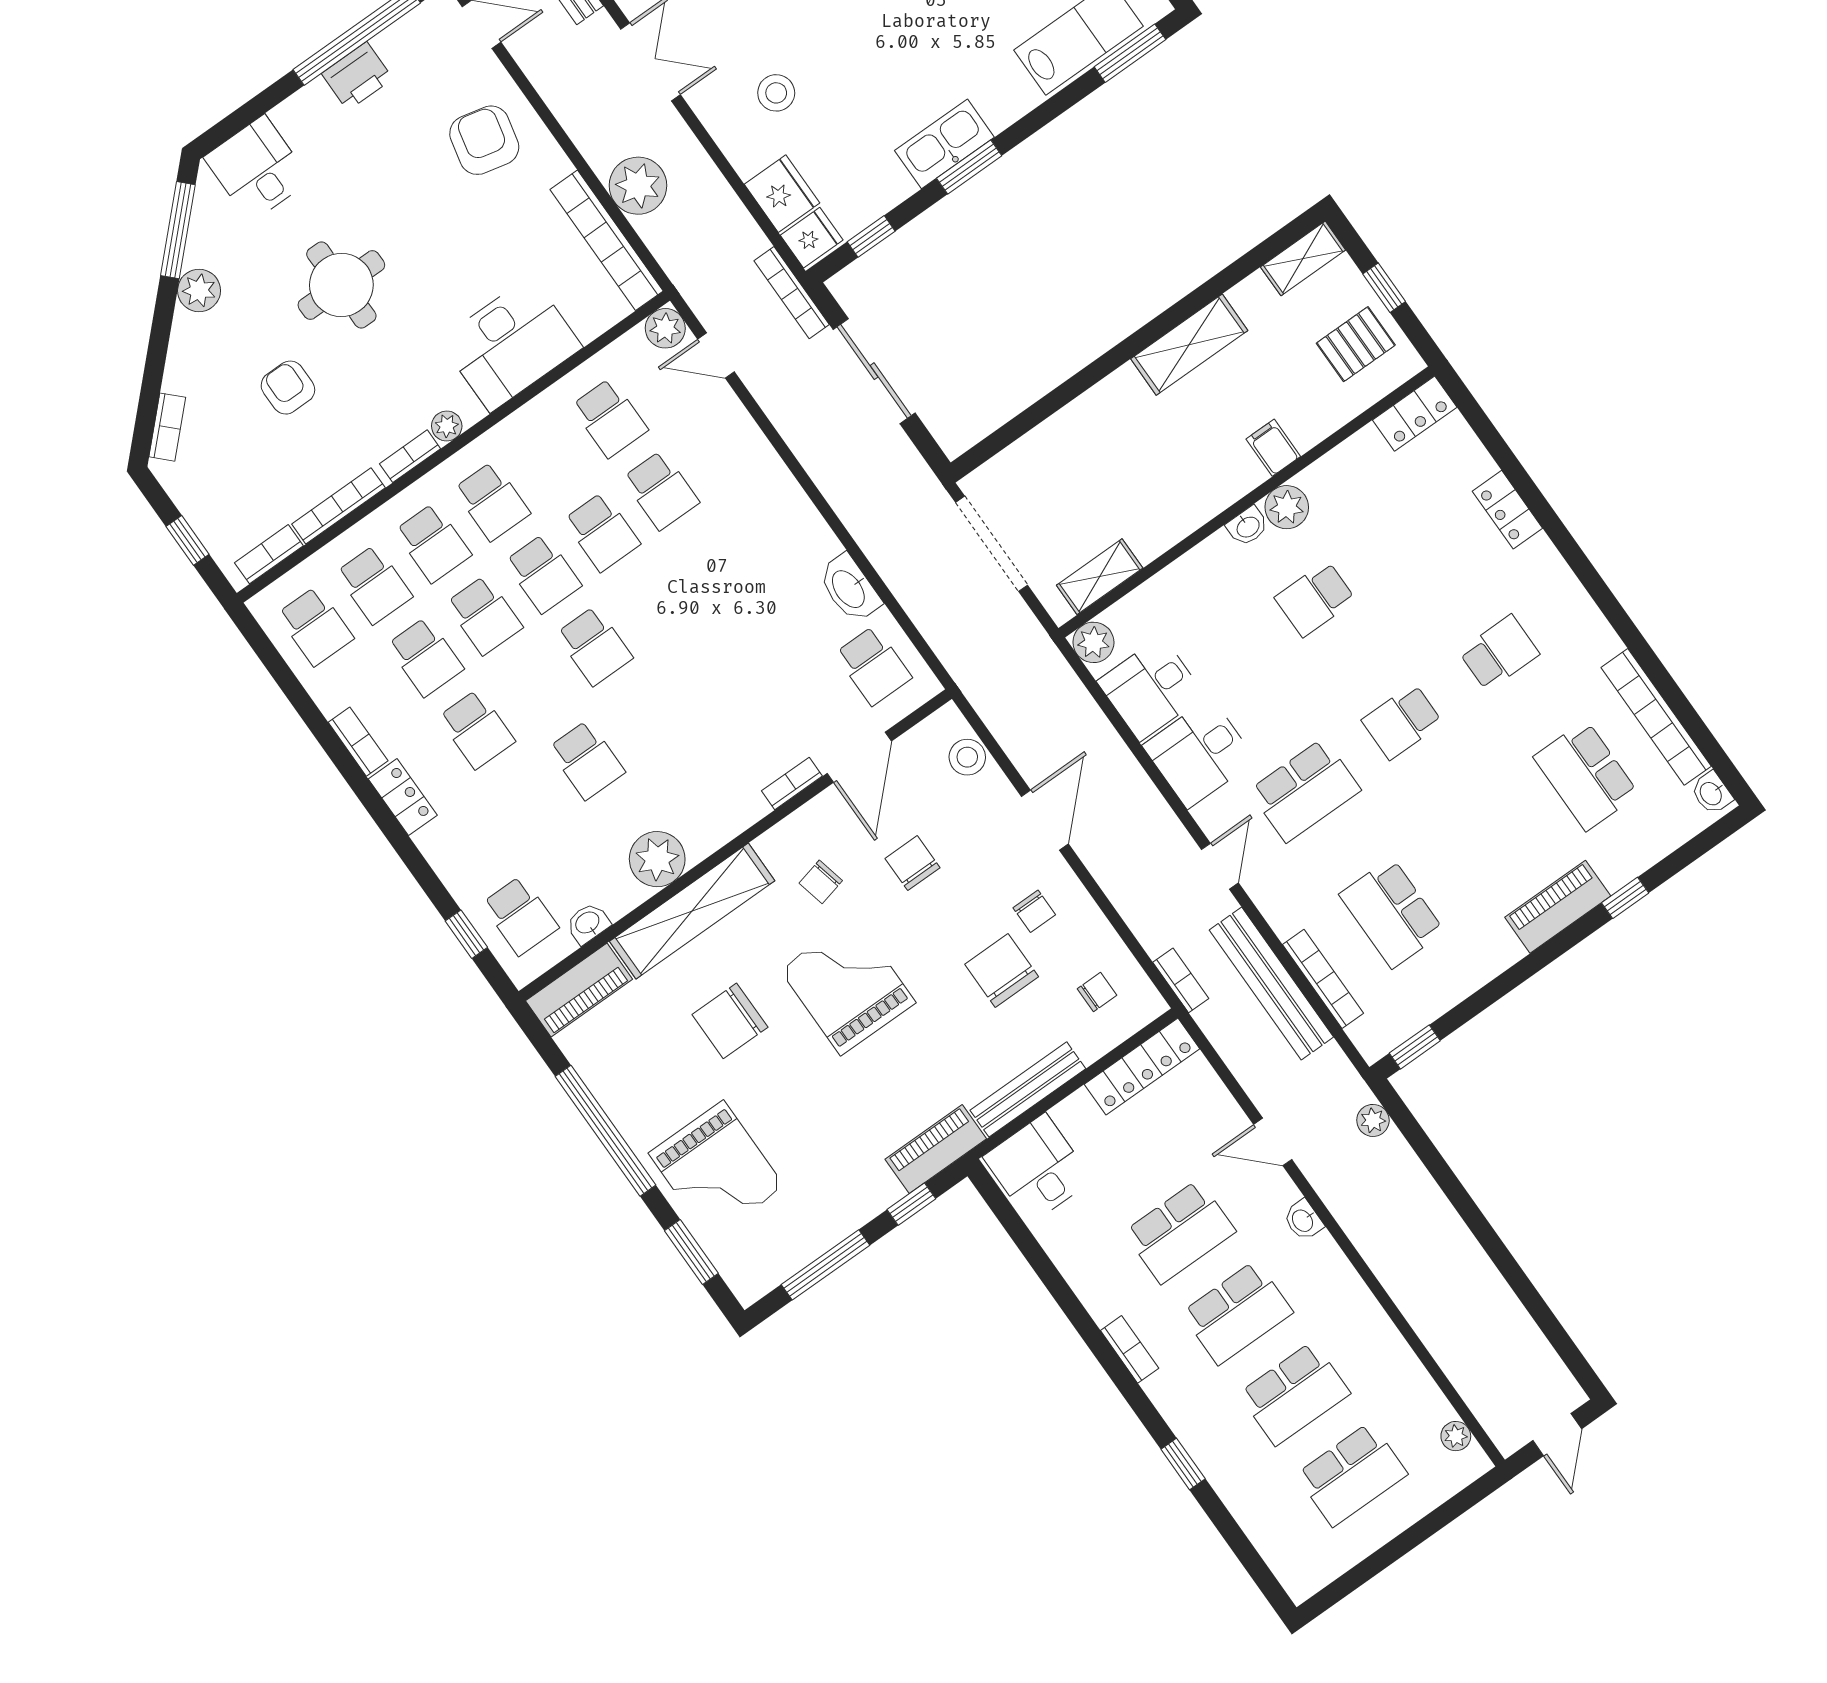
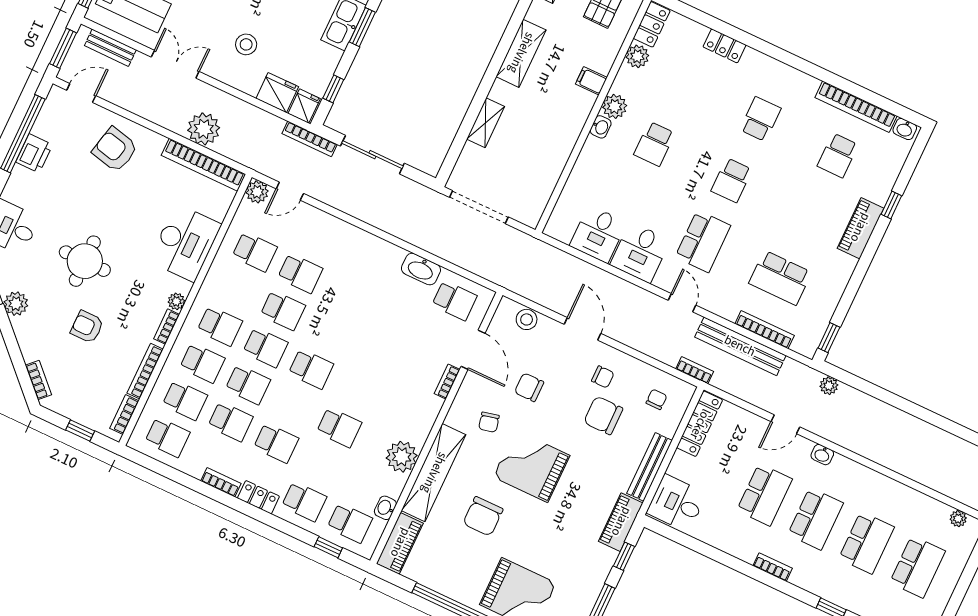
shelving: (1100, 577) -> (486, 123), moved
plant: (1093, 642) -> (637, 56), moved
school desk: (1586, 775) -> (838, 155), width x0.54
school desk: (469, 843) -> (304, 502), added

